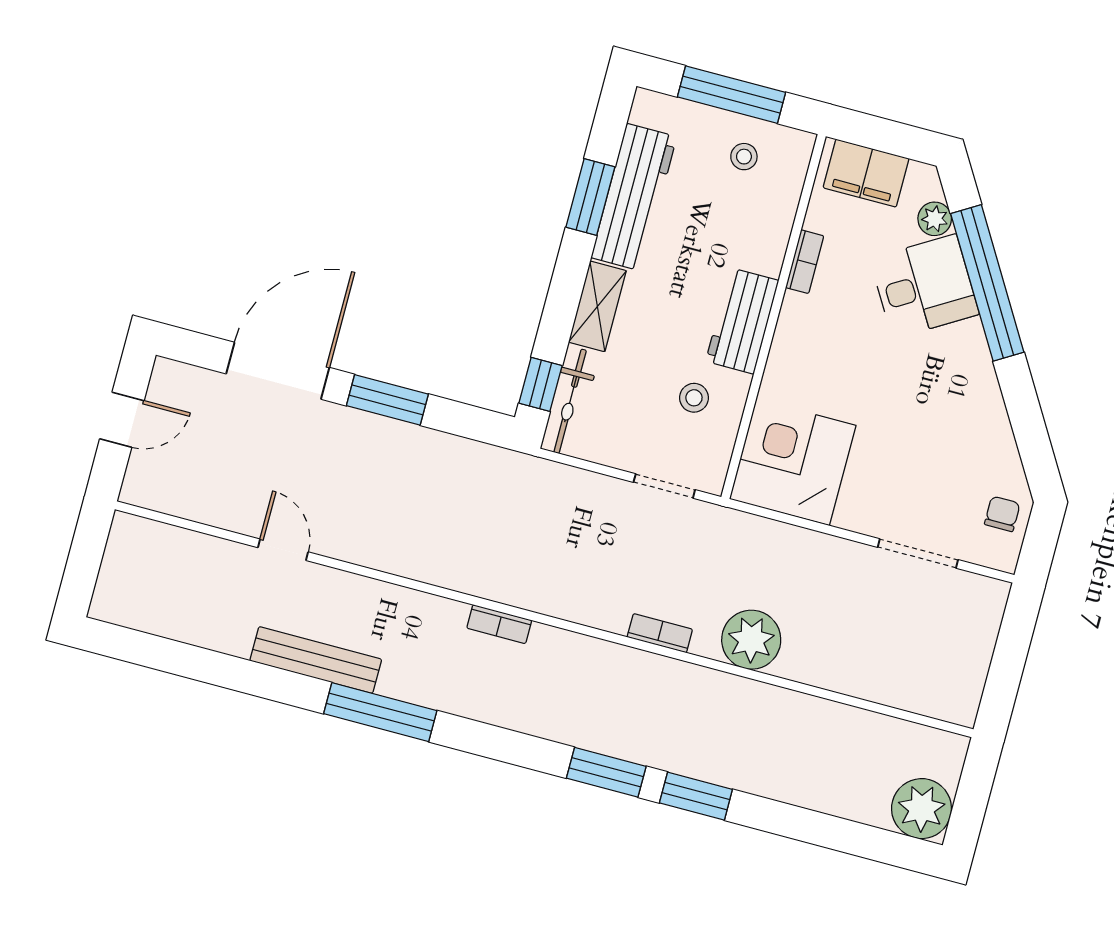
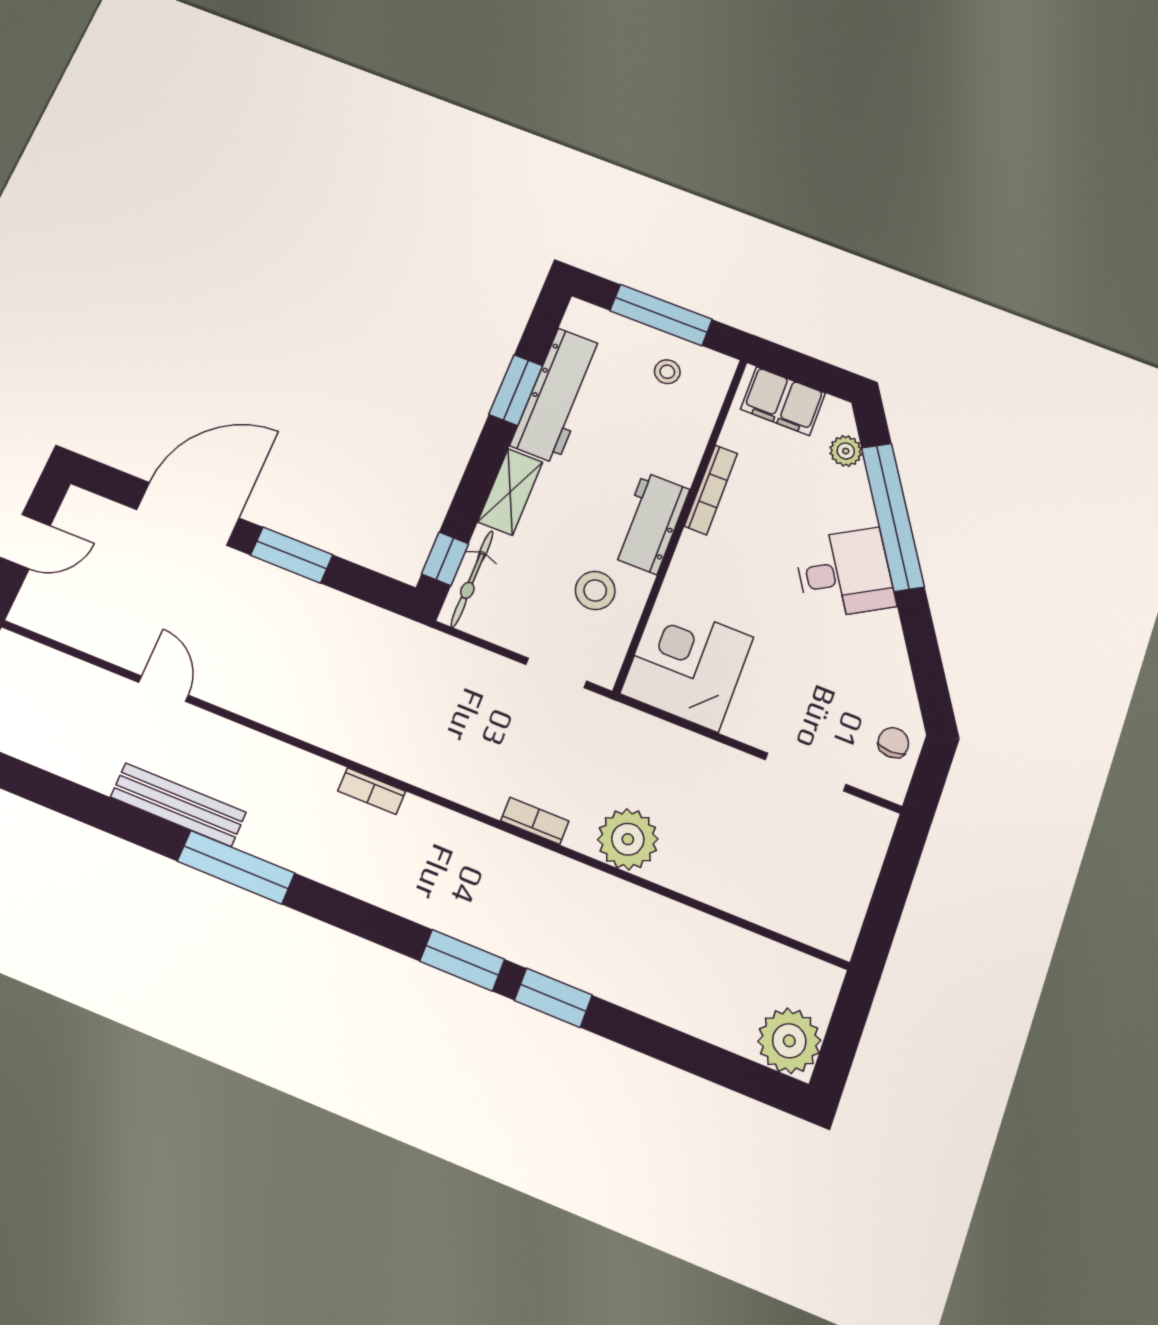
bookcase: (805, 262) -> (711, 490), width x1.56
desk: (924, 286) -> (844, 573), moved
stool: (694, 398) -> (595, 590), width x1.37, depth x1.37

